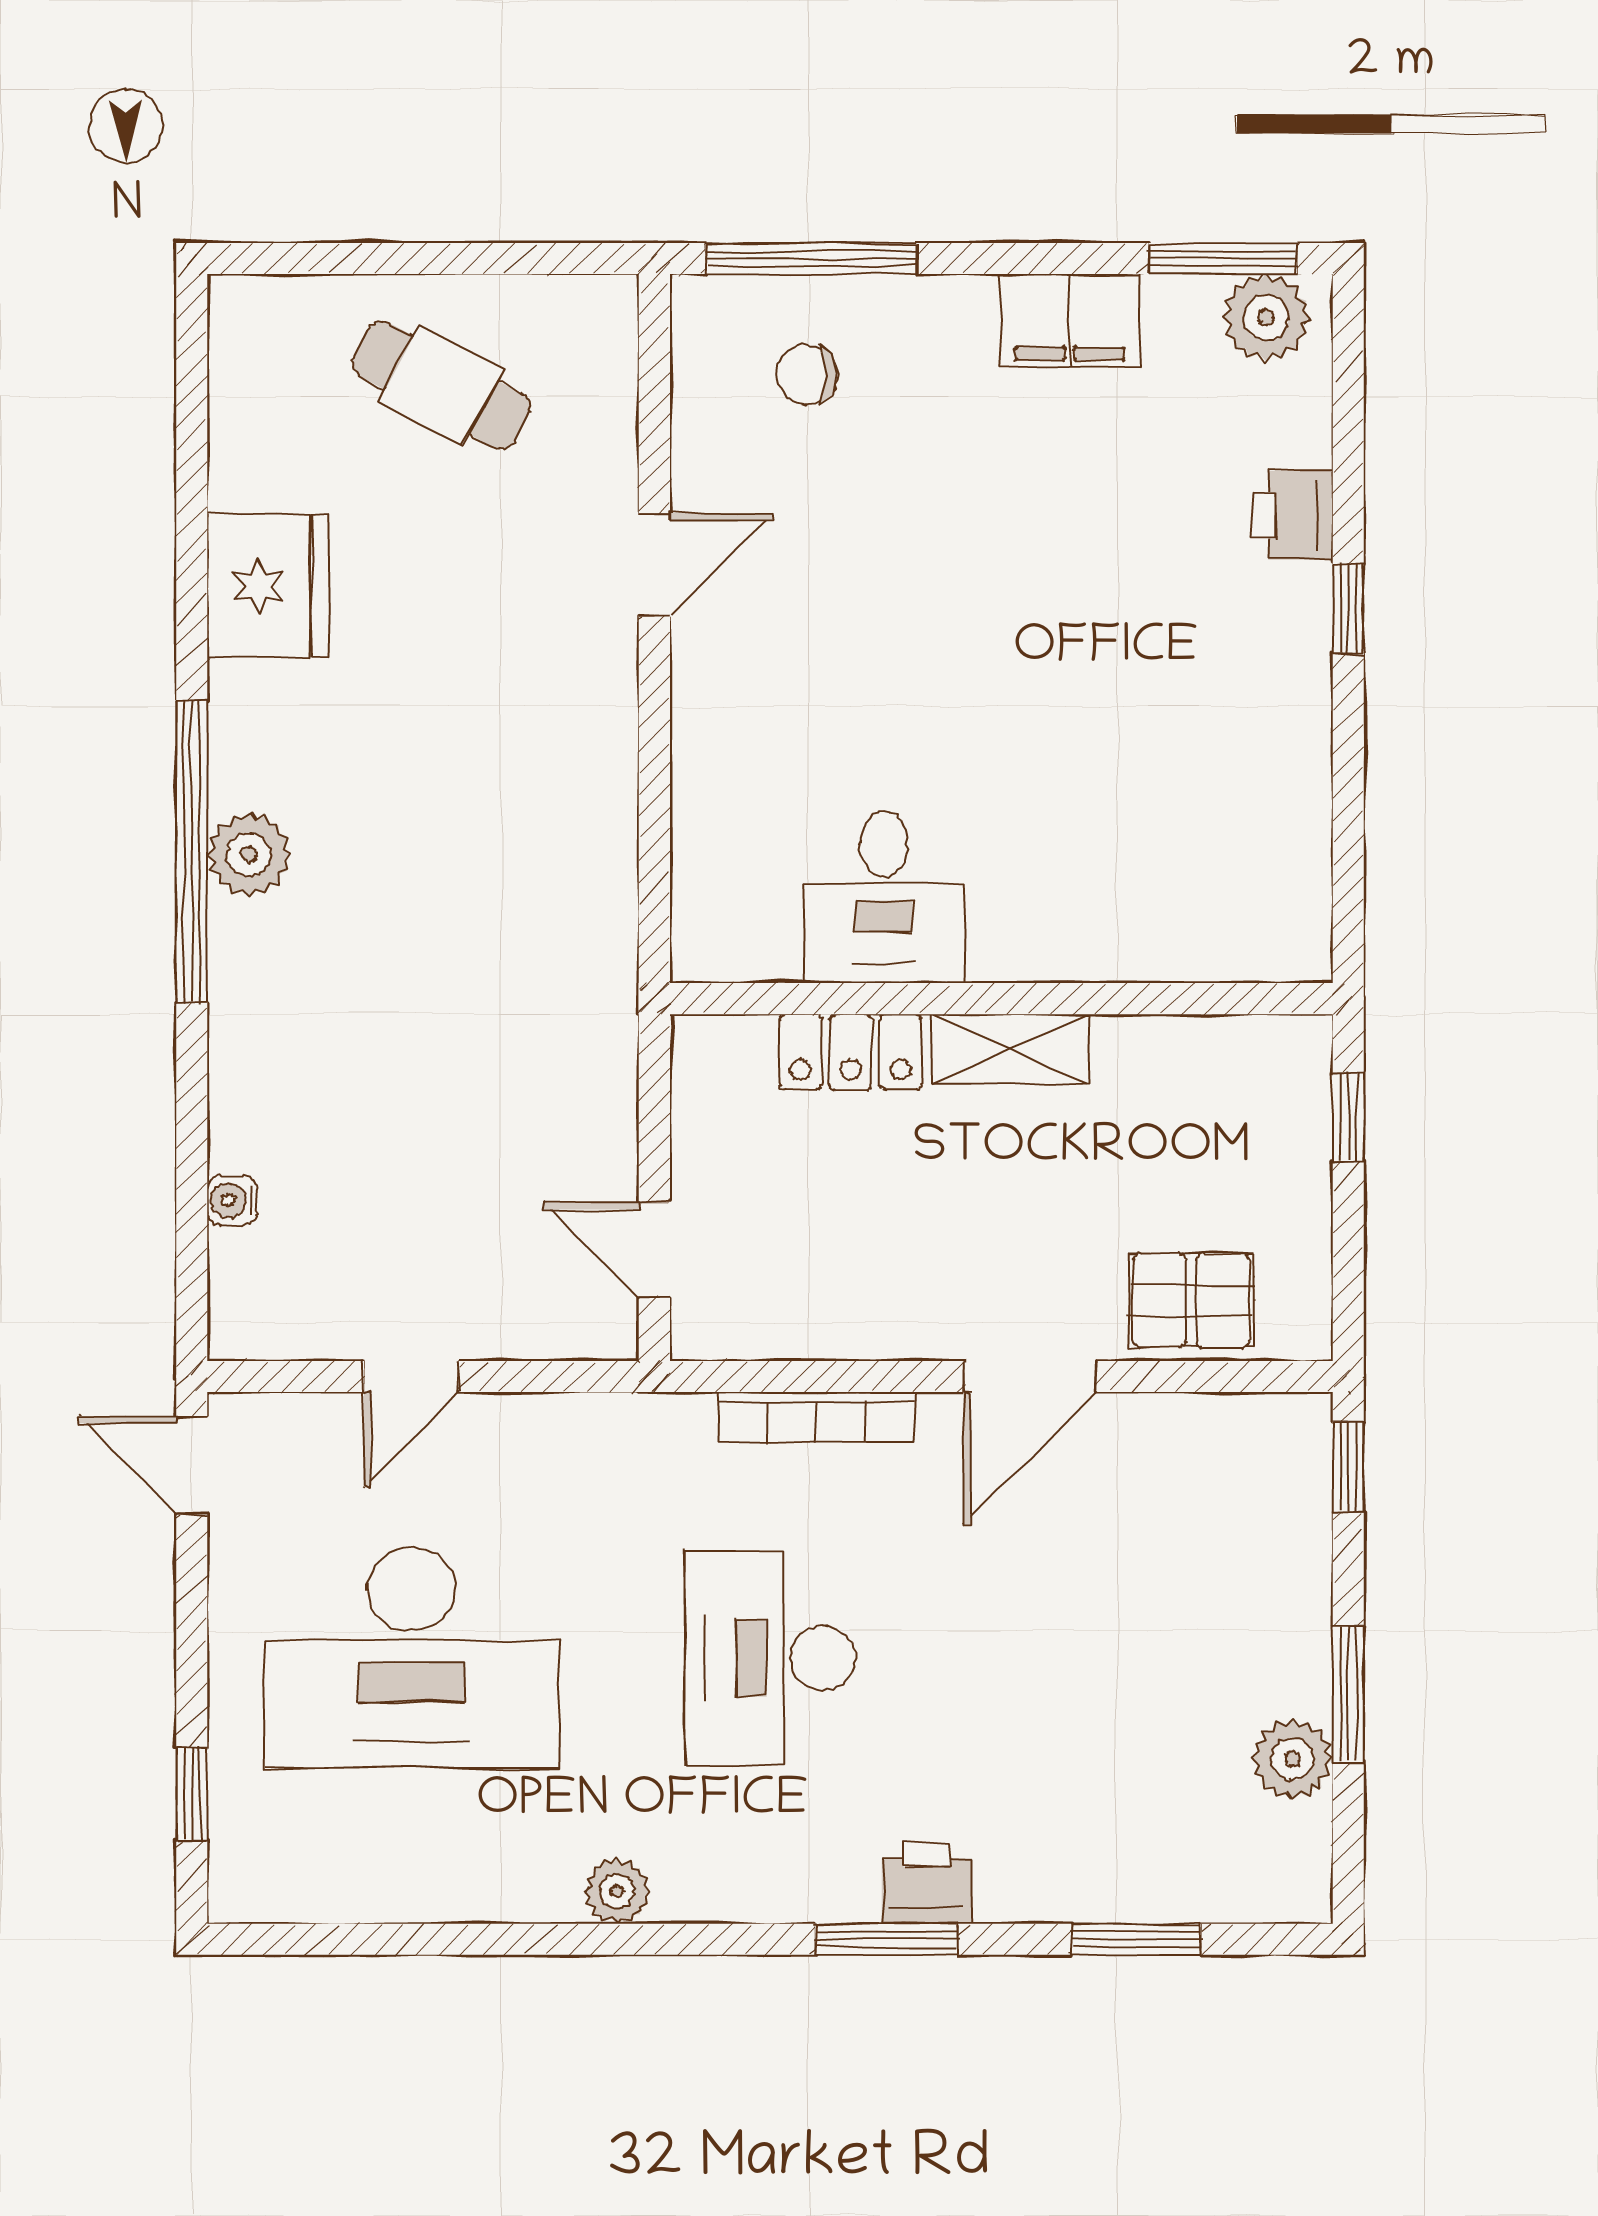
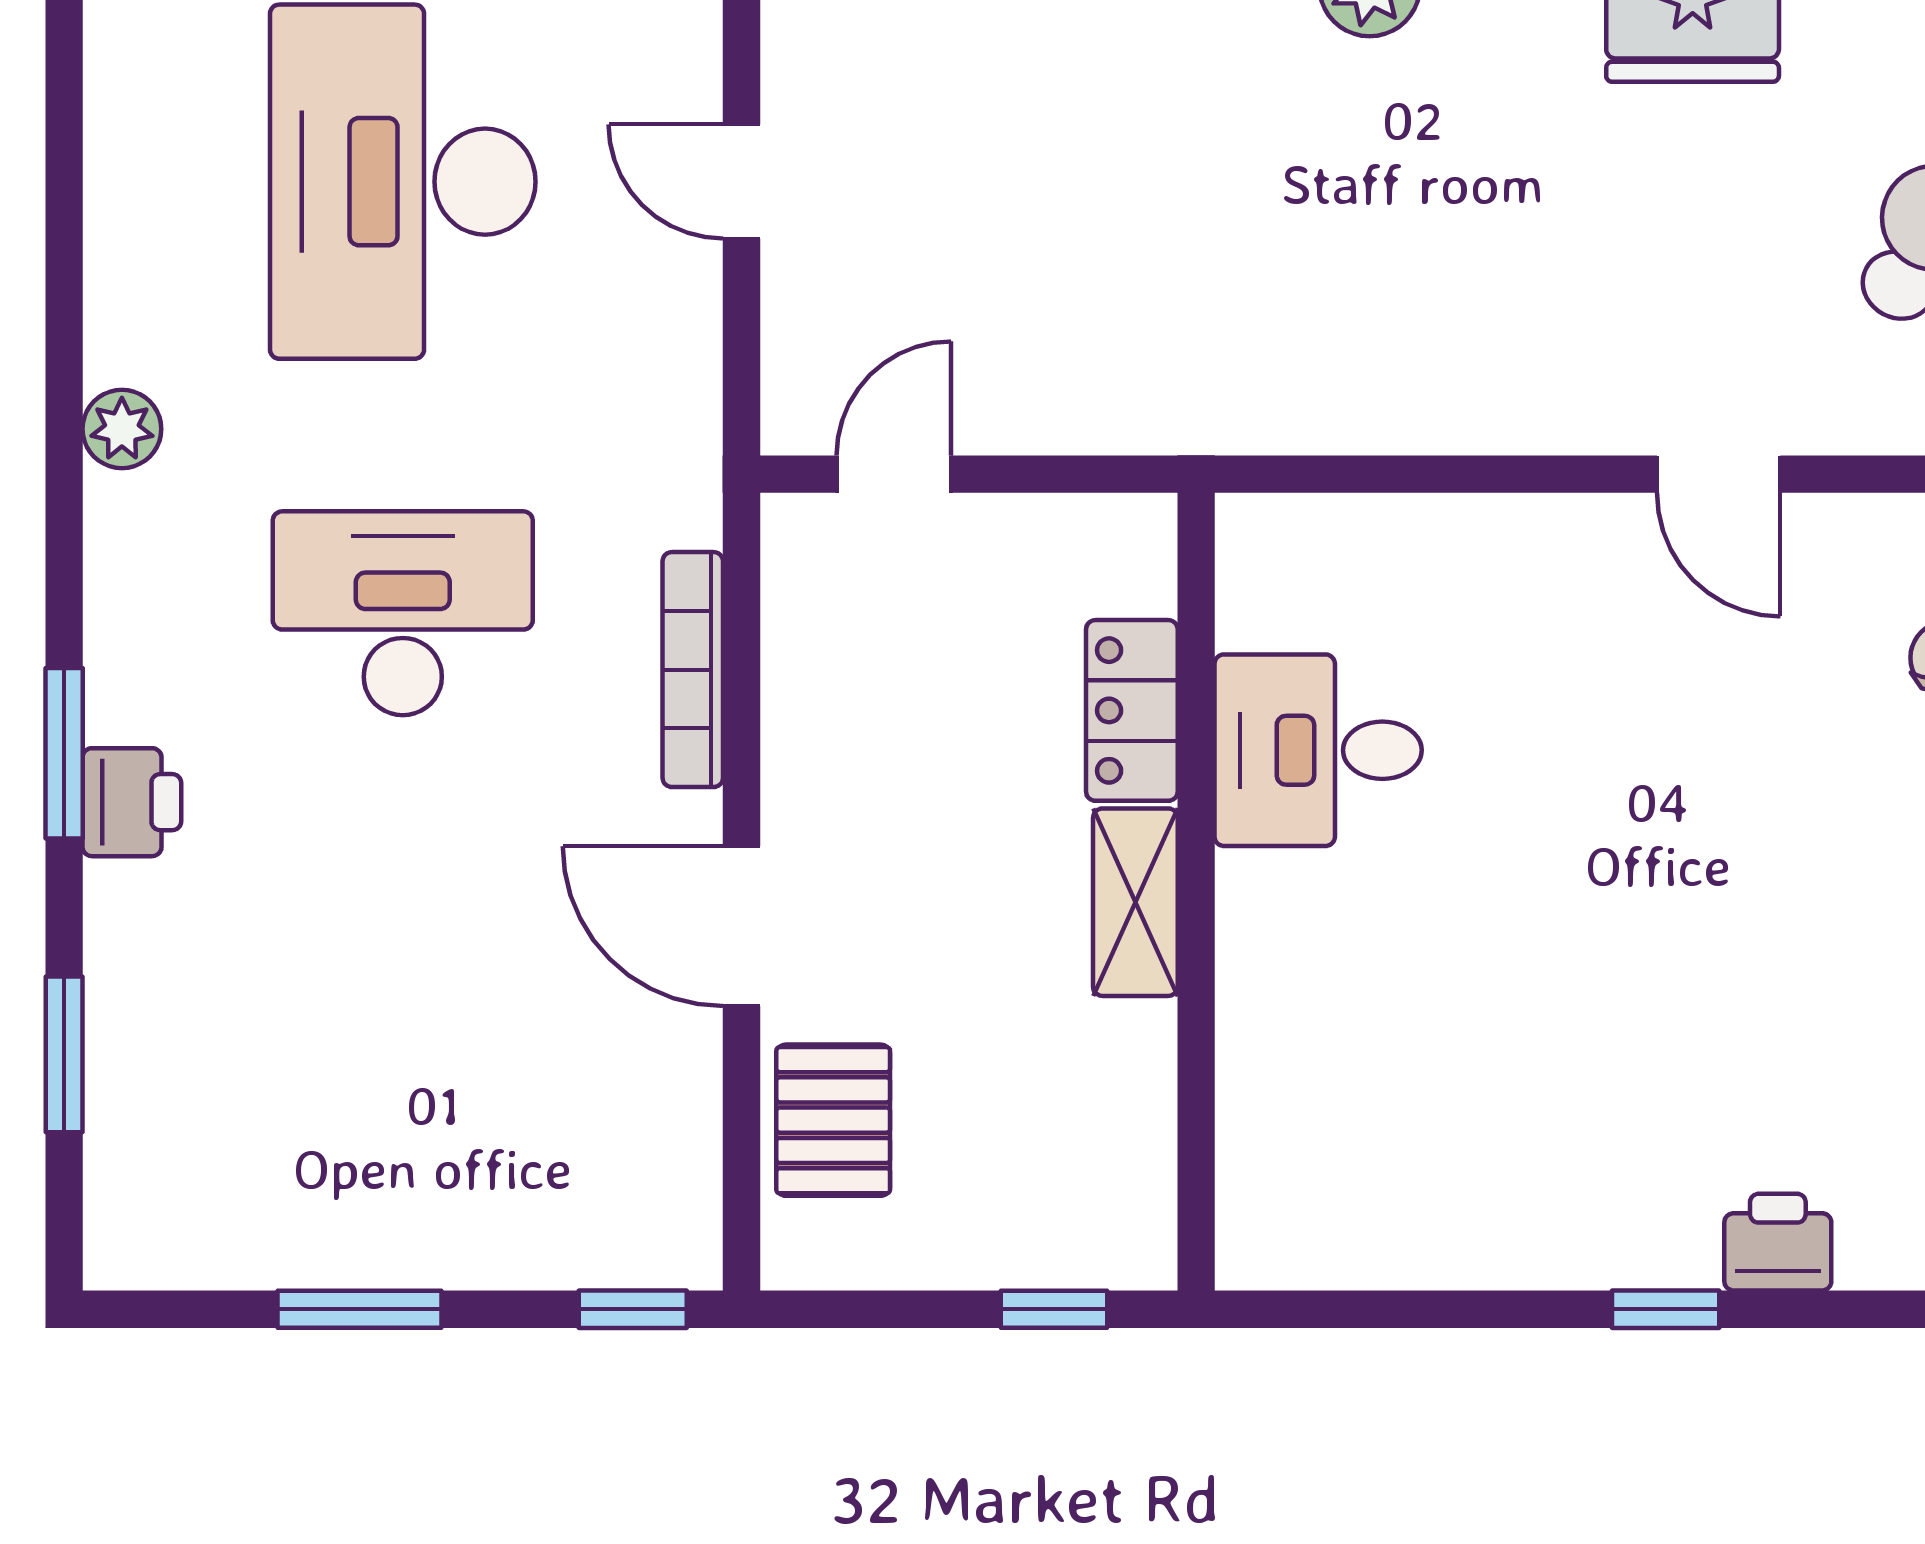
plant: (1292, 1759) -> (281, 1242), removed

